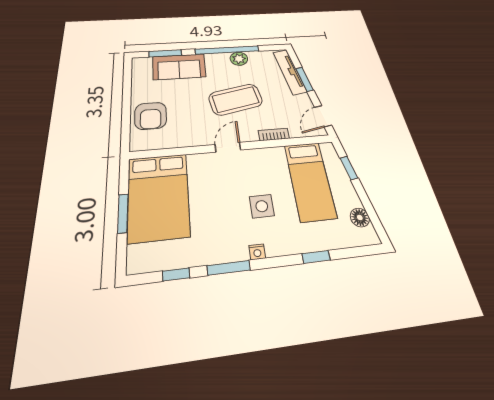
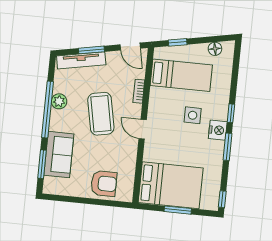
nightstand: (257, 252) -> (218, 130), width x1.89, depth x1.79
window: (316, 257) -> (231, 113), moved
window: (176, 274) -> (222, 199), moved

